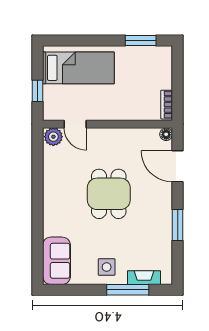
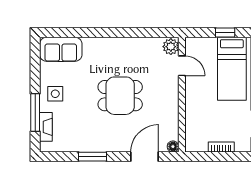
window: (38, 91) -> (225, 33), moved
bookcase: (167, 105) -> (221, 147), moved
door: (75, 124) -> (182, 66), swing flipped

